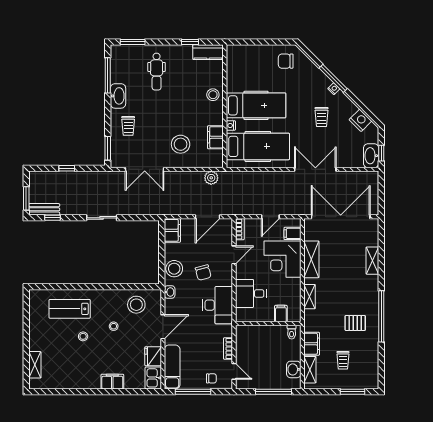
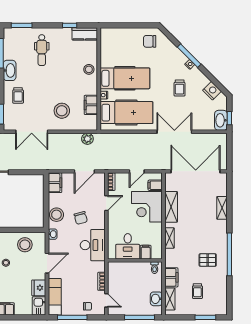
desk: (251, 294) -> (128, 246), moved, turned -90

